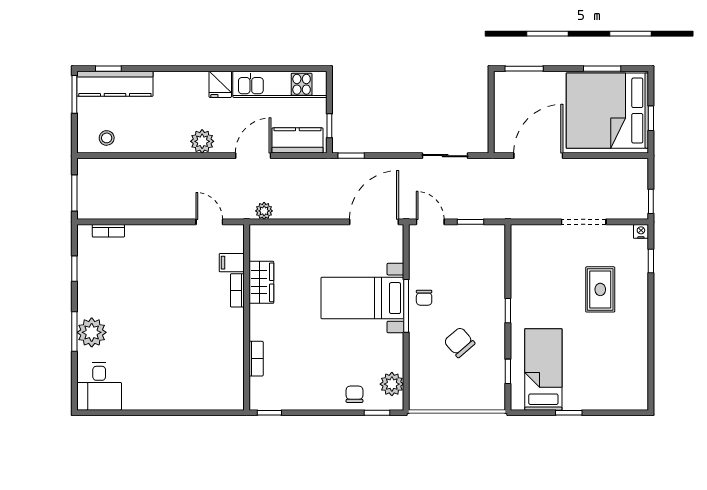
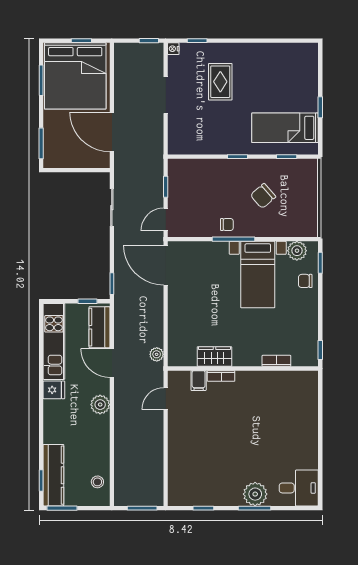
bookcase: (108, 231) -> (173, 481), removed
rug: (600, 289) -> (220, 82), turned 90
bed with nightstands: (362, 298) -> (258, 275), moved

